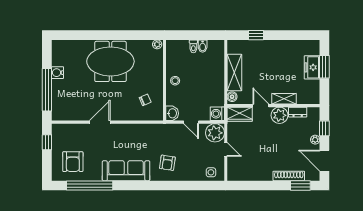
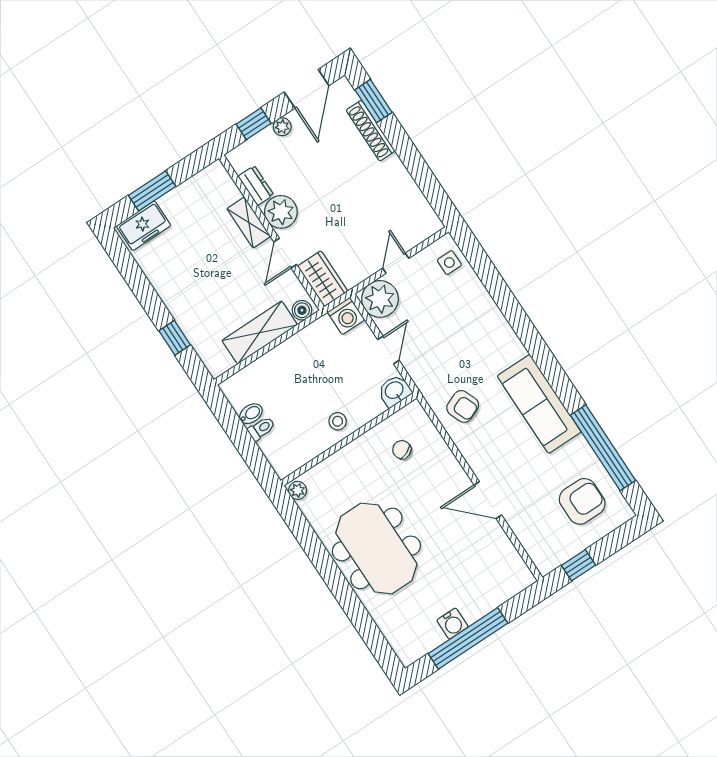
freezer: (312, 67) -> (144, 226), moved
window: (47, 90) -> (468, 638), moved
armchair: (167, 163) -> (463, 406), moved, turned 59

